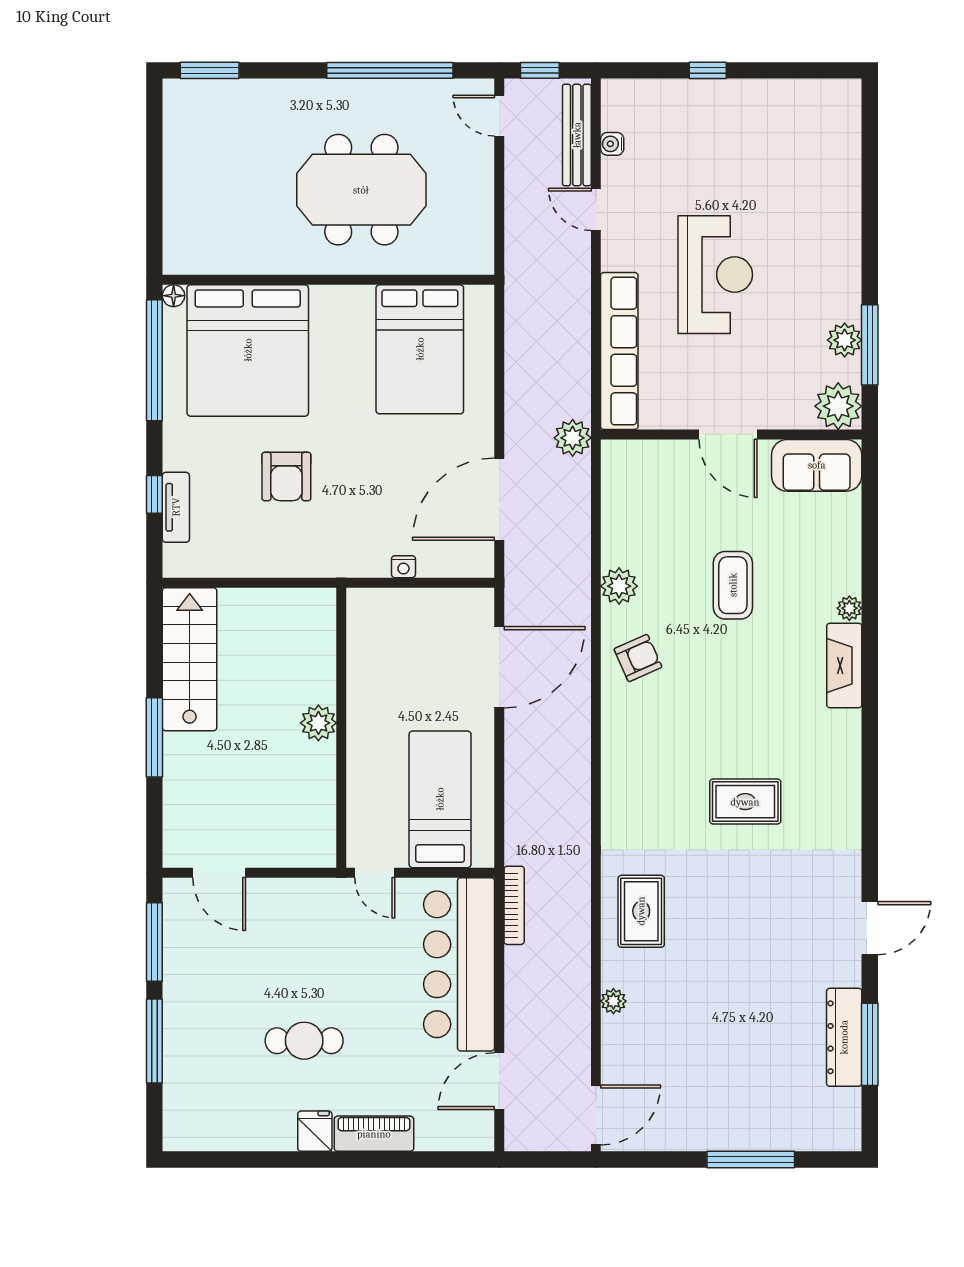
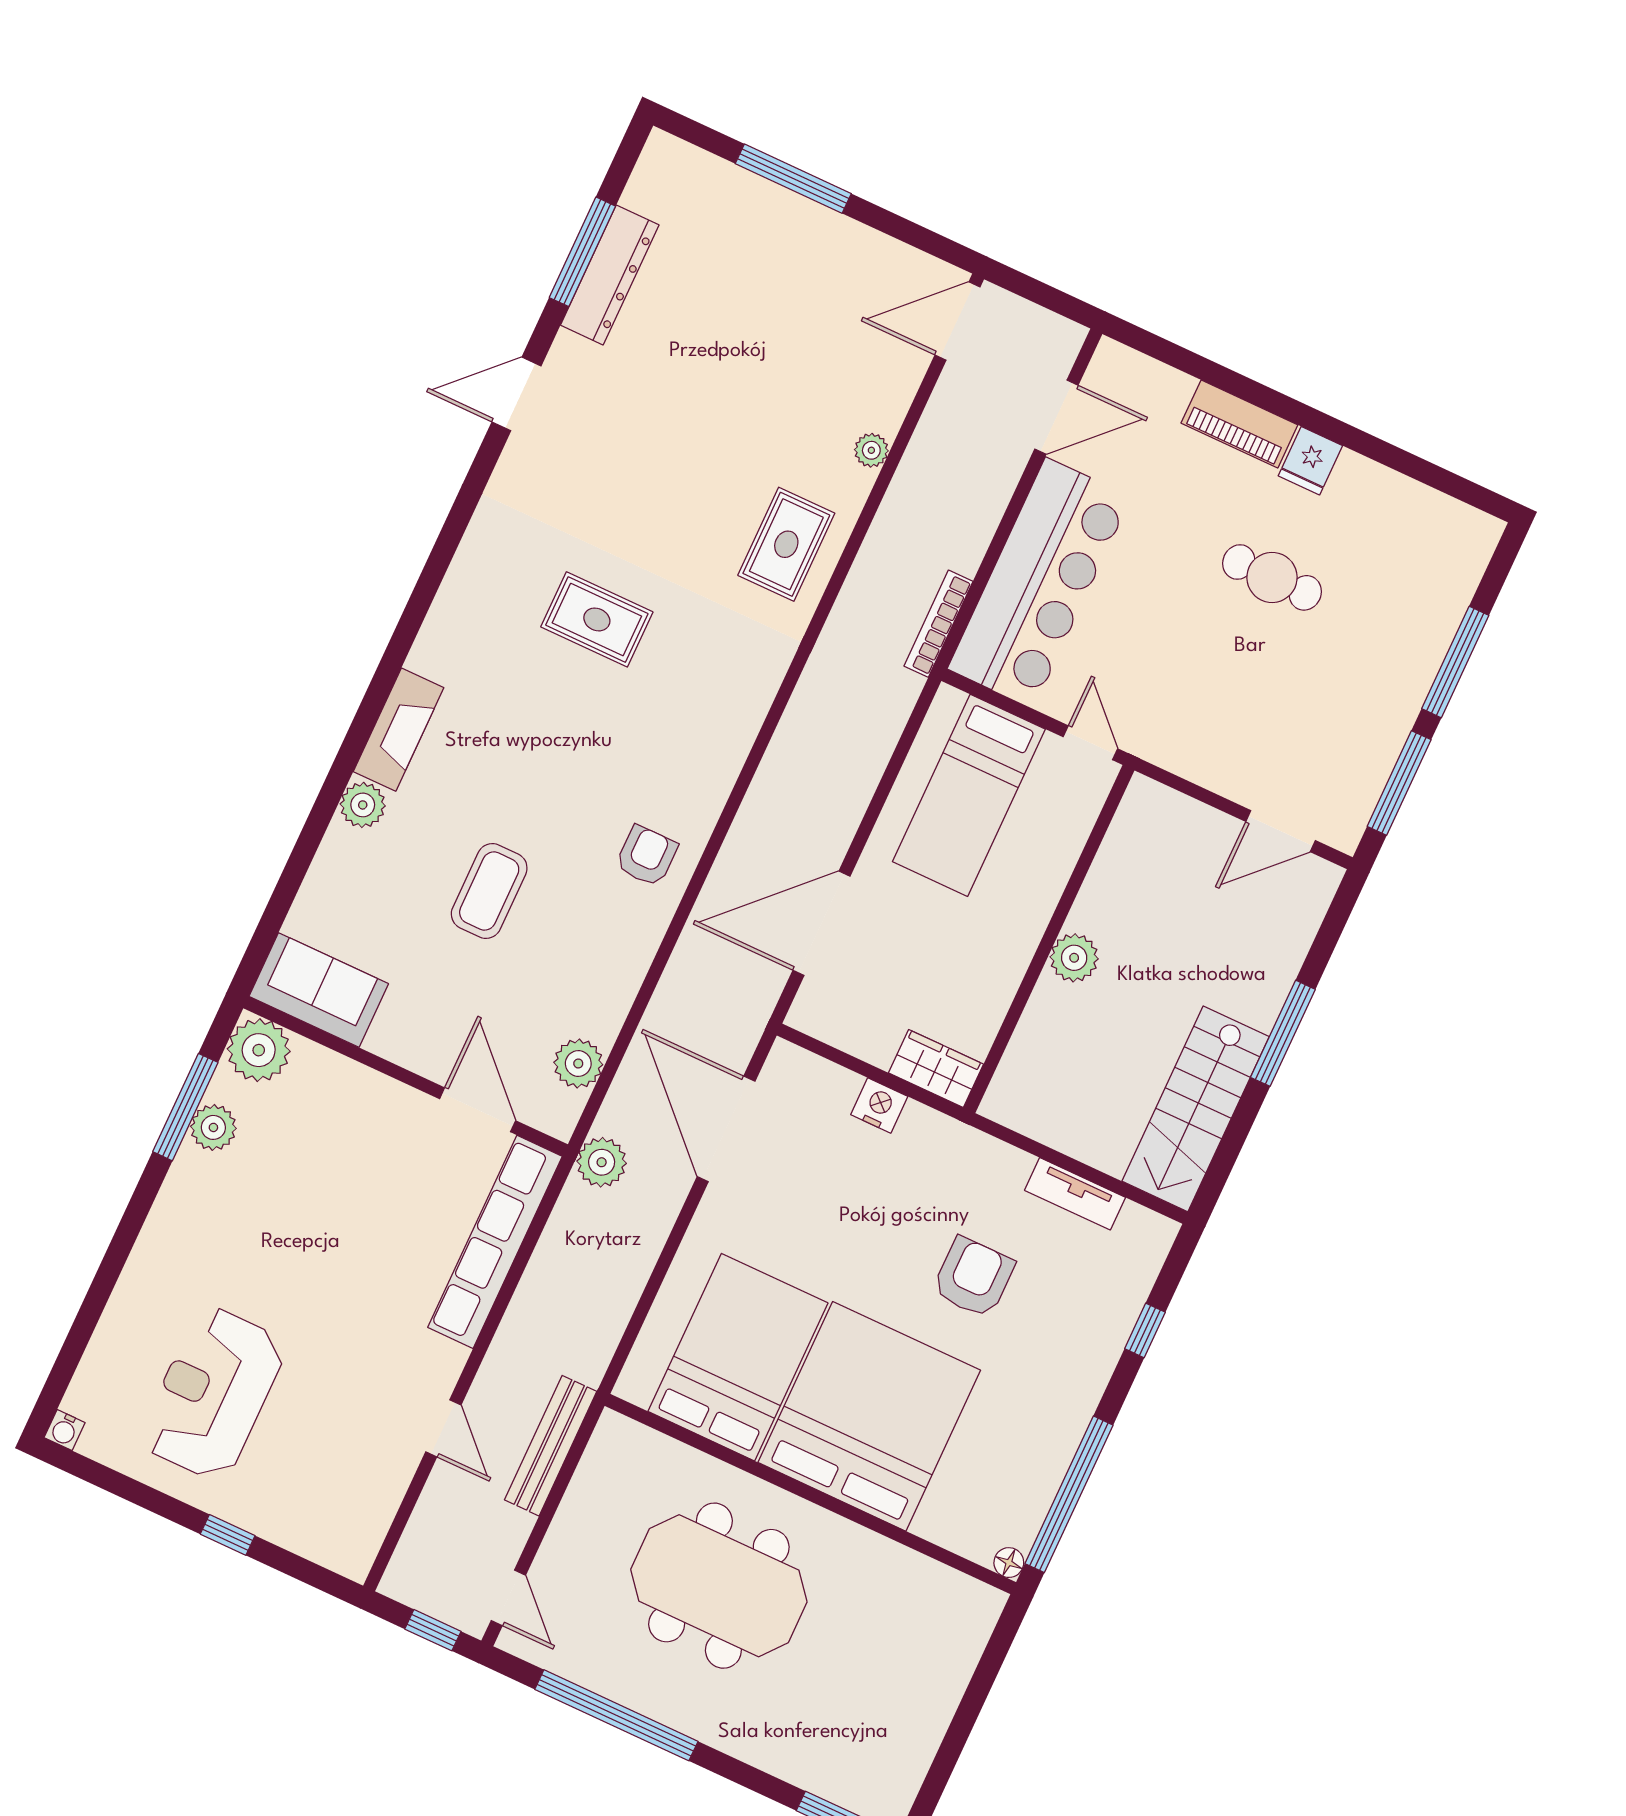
bench: (577, 135) -> (551, 1446), moved
water cooler: (612, 144) -> (65, 1430), moved, turned 90
reception desk: (715, 275) -> (213, 1393), moved
bed: (248, 350) -> (869, 1416), moved
door: (728, 434) -> (478, 1110), moved
door: (499, 499) -> (726, 1129), swing flipped
tv unit: (176, 507) -> (1075, 1194), moved, turned -90
nightstand: (403, 567) -> (879, 1105), width x1.39, depth x1.35
plant: (619, 586) -> (578, 1063), moved
wardrobe: (377, 605) -> (936, 1069), added
plant: (849, 608) -> (363, 805), width x1.38, depth x1.38
armchair: (638, 658) -> (647, 856), turned 114
door: (219, 873) -> (1281, 831), swing flipped

